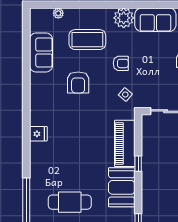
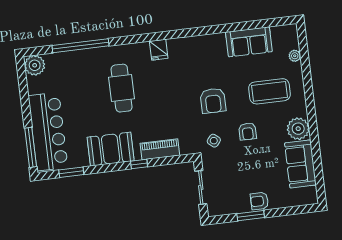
coffee table: (87, 40) -> (269, 91), turned 90
armchair: (78, 82) -> (213, 101), moved, turned -90
piano: (125, 143) -> (160, 149), width x0.73, depth x0.75
cafe table: (70, 202) -> (122, 88), moved

